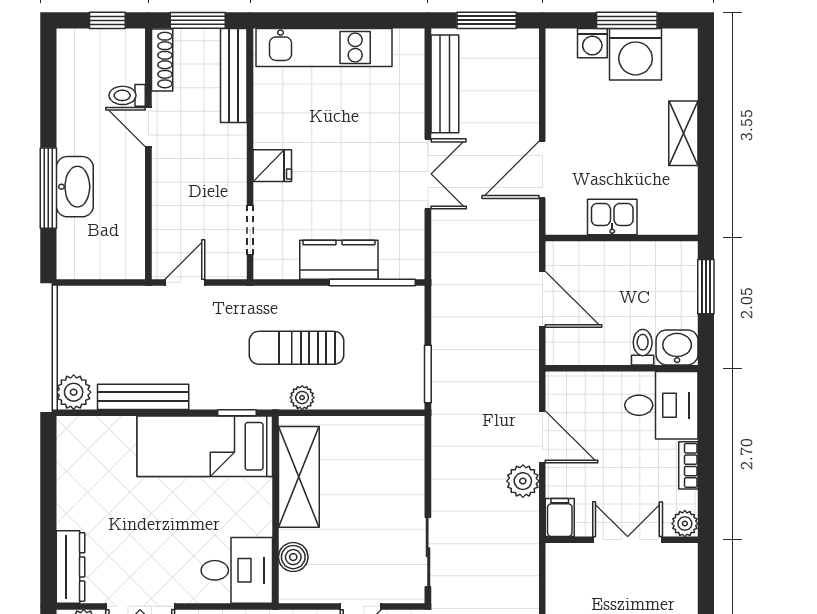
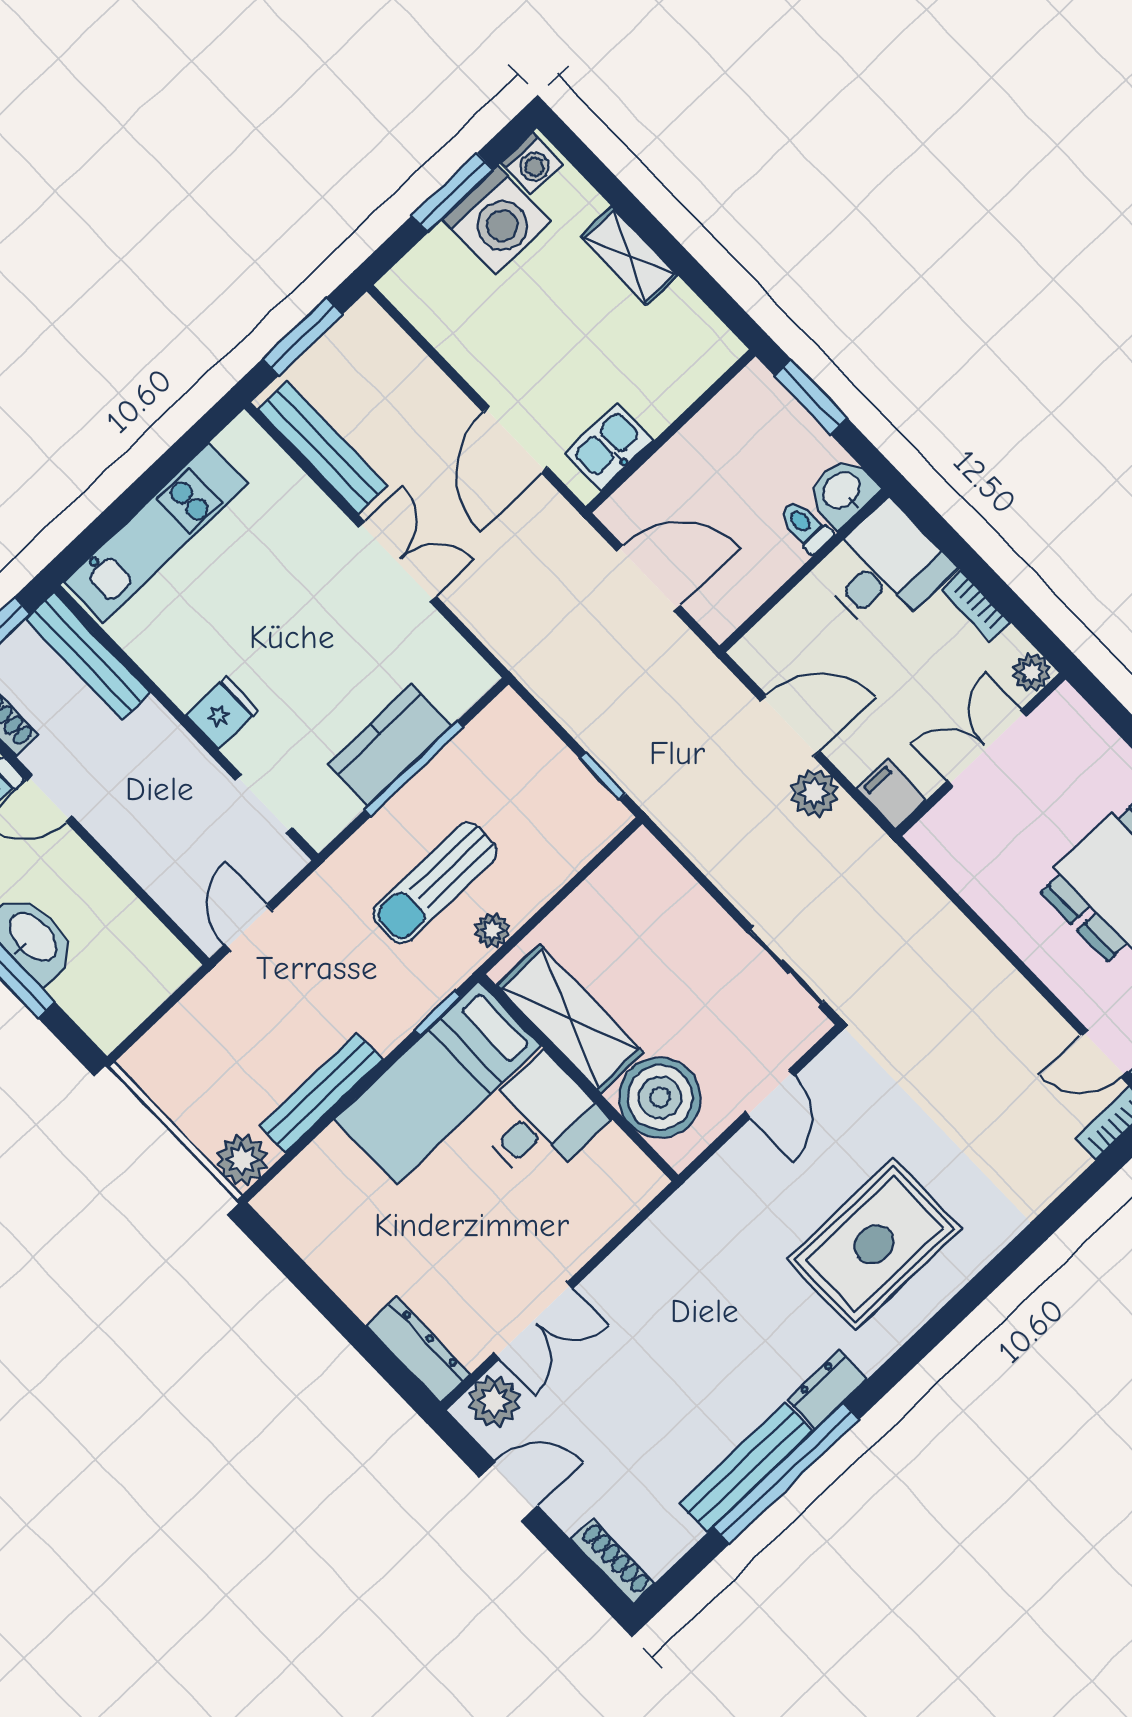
washing machine: (592, 43) -> (532, 164), moved
kitchen sink: (612, 217) -> (609, 447), moved
window: (372, 282) -> (414, 769), moved
window: (428, 374) -> (603, 776), width x0.67
boiler: (293, 557) -> (660, 1097), width x1.86, depth x1.86
desk: (237, 570) -> (540, 1120), moved

